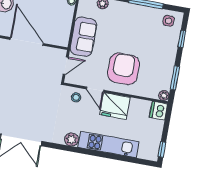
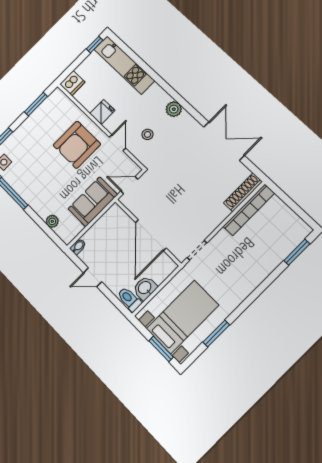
plant: (164, 95) -> (57, 94), removed
stool: (76, 97) -> (147, 134), moved
fridge: (115, 106) -> (102, 112), width x0.53, depth x0.75
kitchen unit: (108, 144) -> (124, 65), moved

